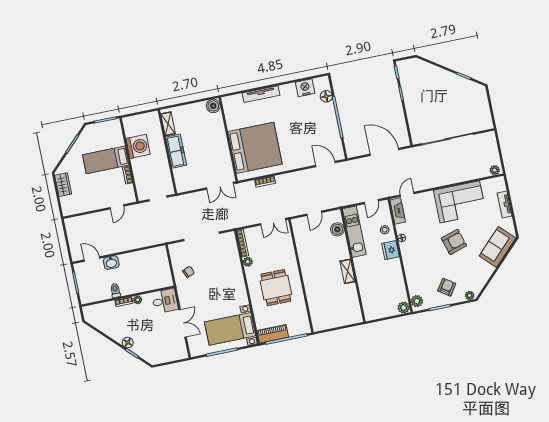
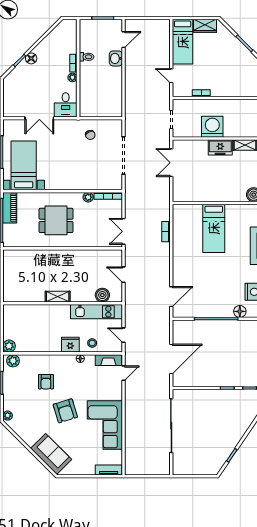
washing machine: (138, 146) -> (212, 127), moved, turned 180
bed: (255, 148) -> (214, 228), width x0.49
freezer: (176, 151) -> (220, 147), width x0.71
bed: (106, 160) -> (183, 42), moved, turned 180
plant: (495, 170) -> (130, 467), removed
double door: (220, 186) -> (171, 163), moved
door: (407, 194) -> (123, 373), hinge flipped
tv unit: (505, 205) -> (109, 470), moved
armchair: (447, 287) -> (46, 382), moved, turned 56

